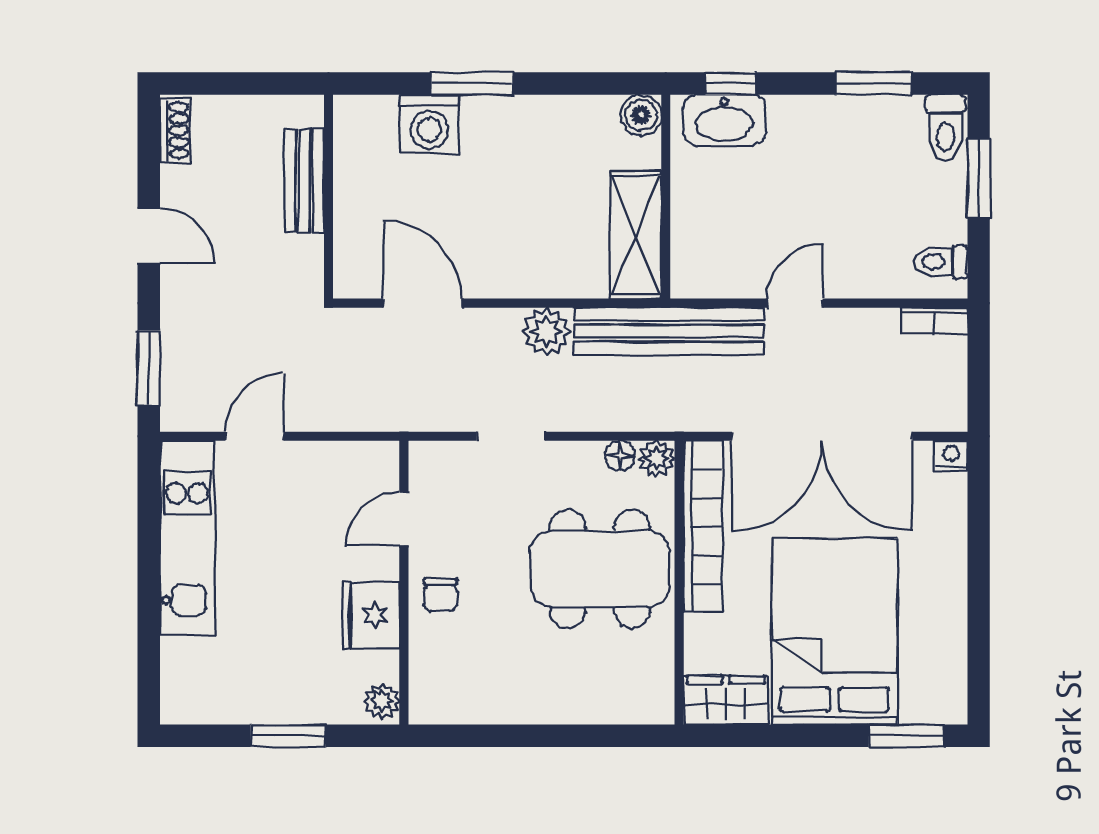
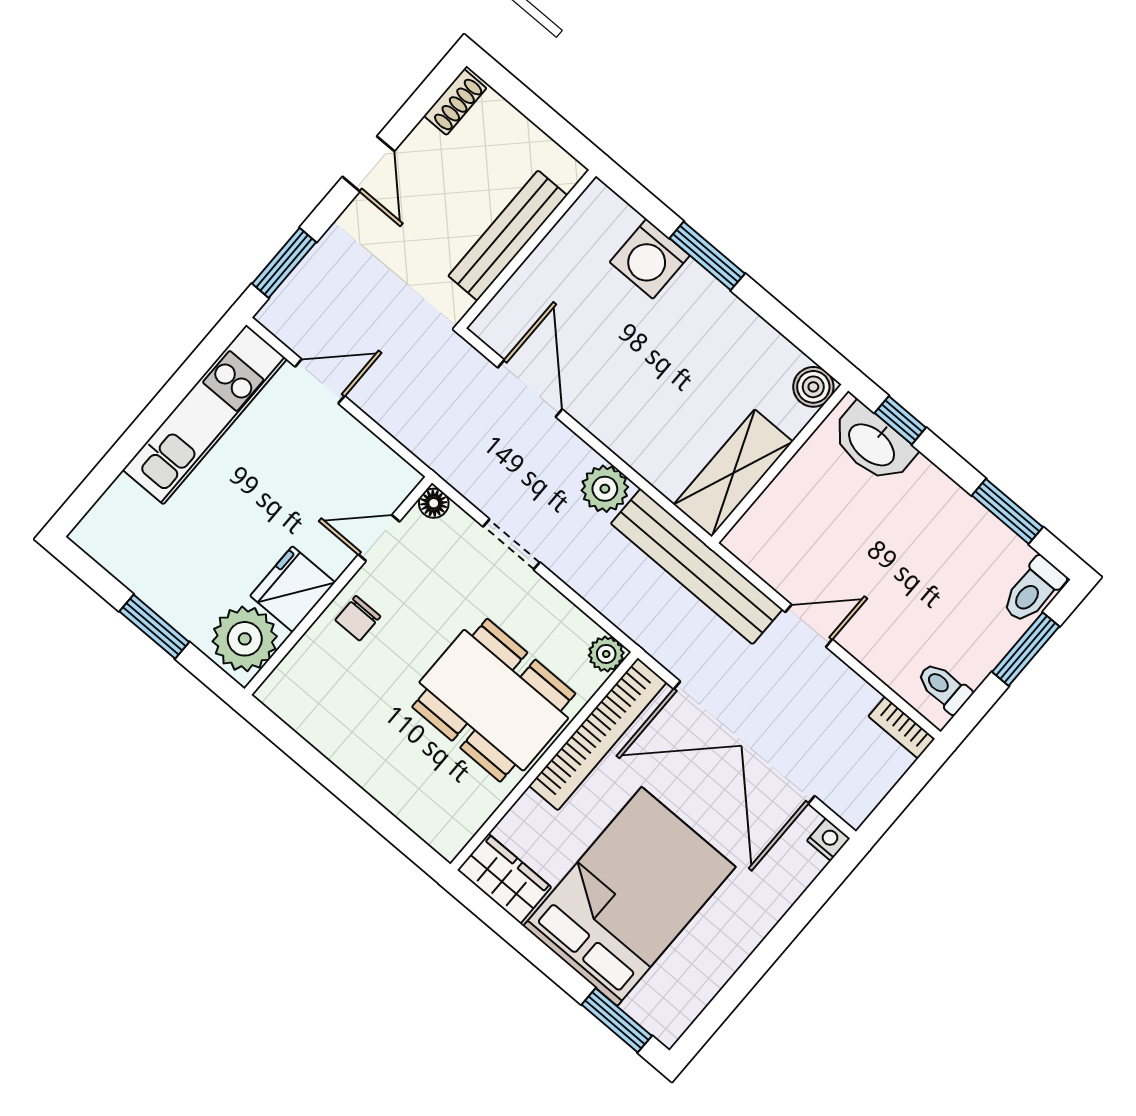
bench: (304, 180) -> (508, 236), width x1.36
floor lamp: (620, 456) -> (434, 503), moved
plant: (382, 701) -> (245, 639), width x1.87, depth x1.87

